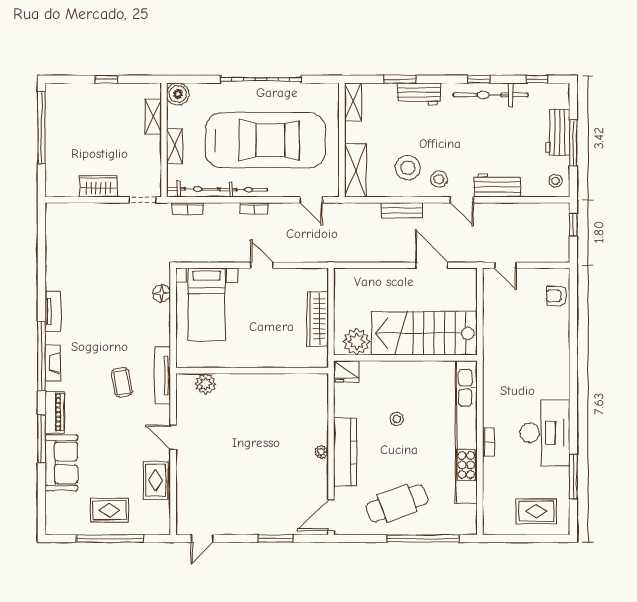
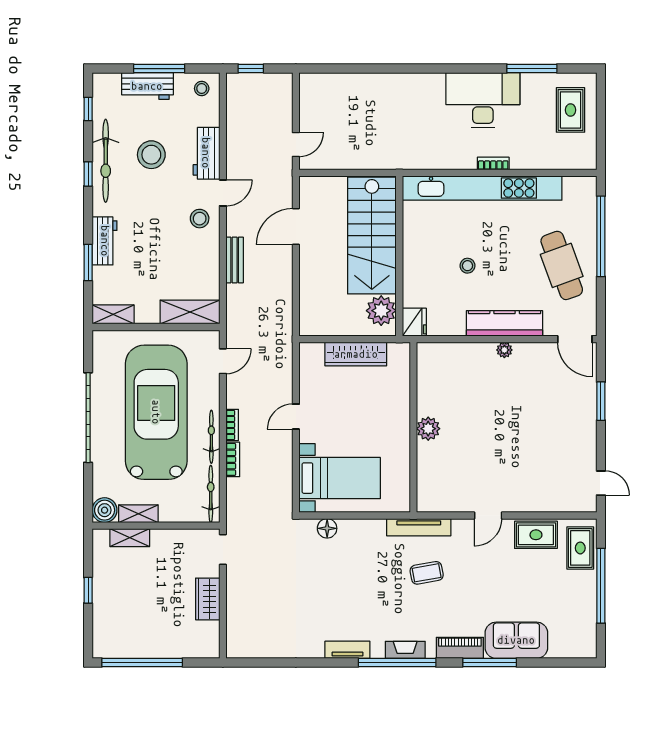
shelving: (175, 146) -> (138, 514), moved
stool: (408, 168) -> (151, 155), moved
bookcase: (188, 209) -> (233, 459), moved
armchair: (556, 296) -> (330, 87), removed
plant: (206, 384) -> (428, 429), moved
rug: (110, 510) -> (580, 548), moved

